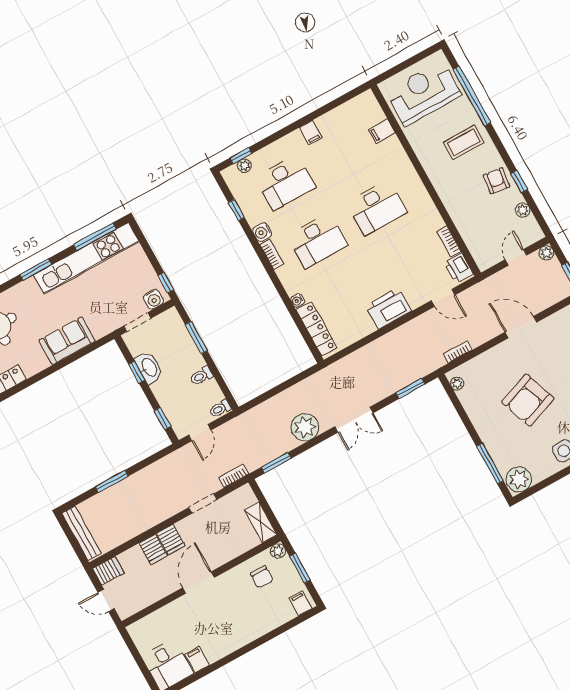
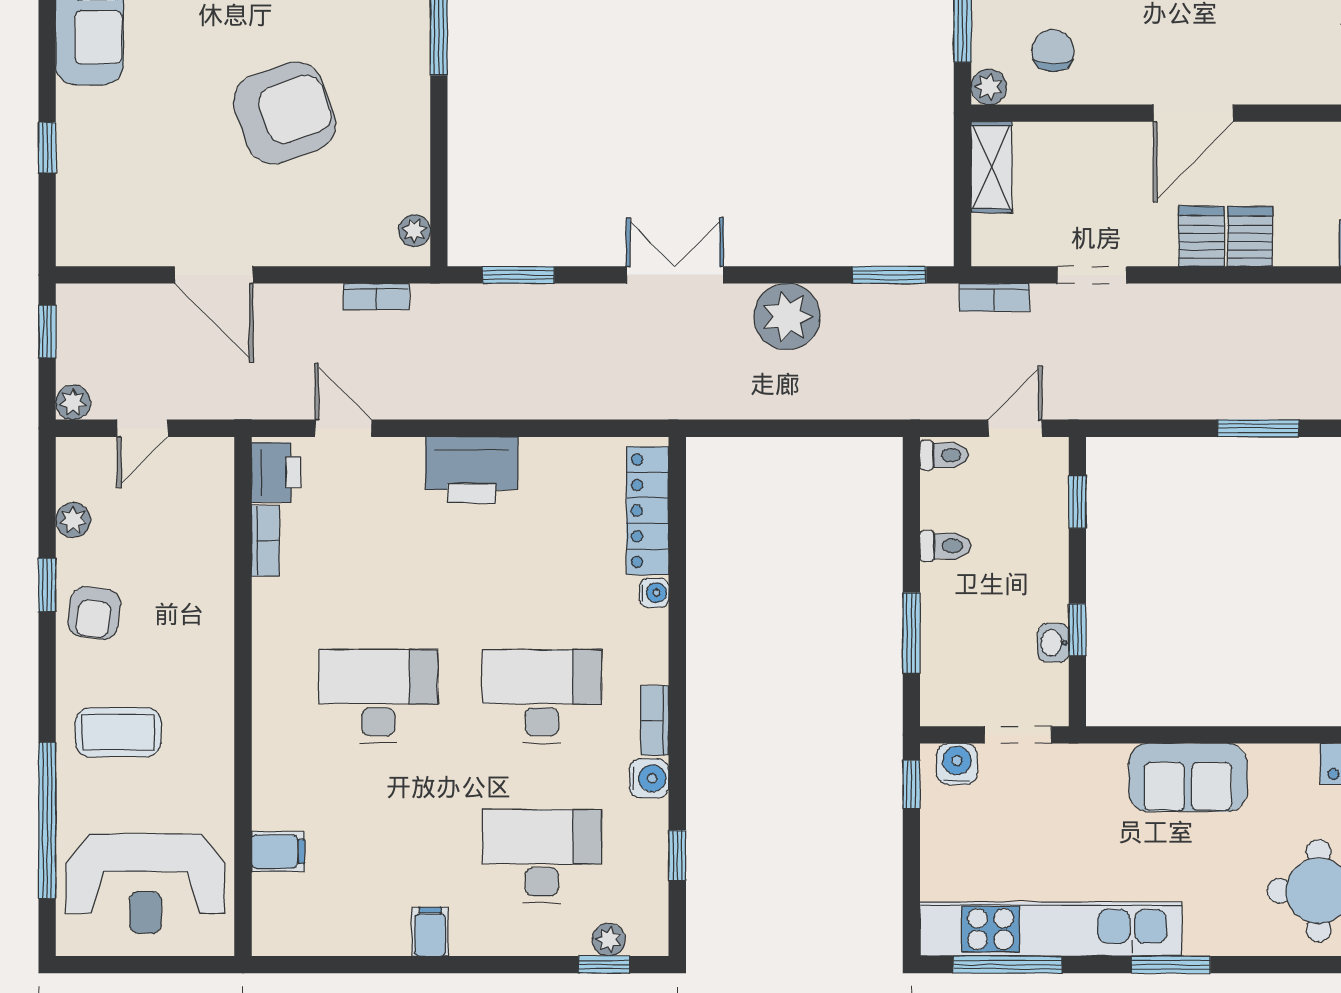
washbasin: (149, 368) -> (1053, 643), width x0.52, depth x0.69

